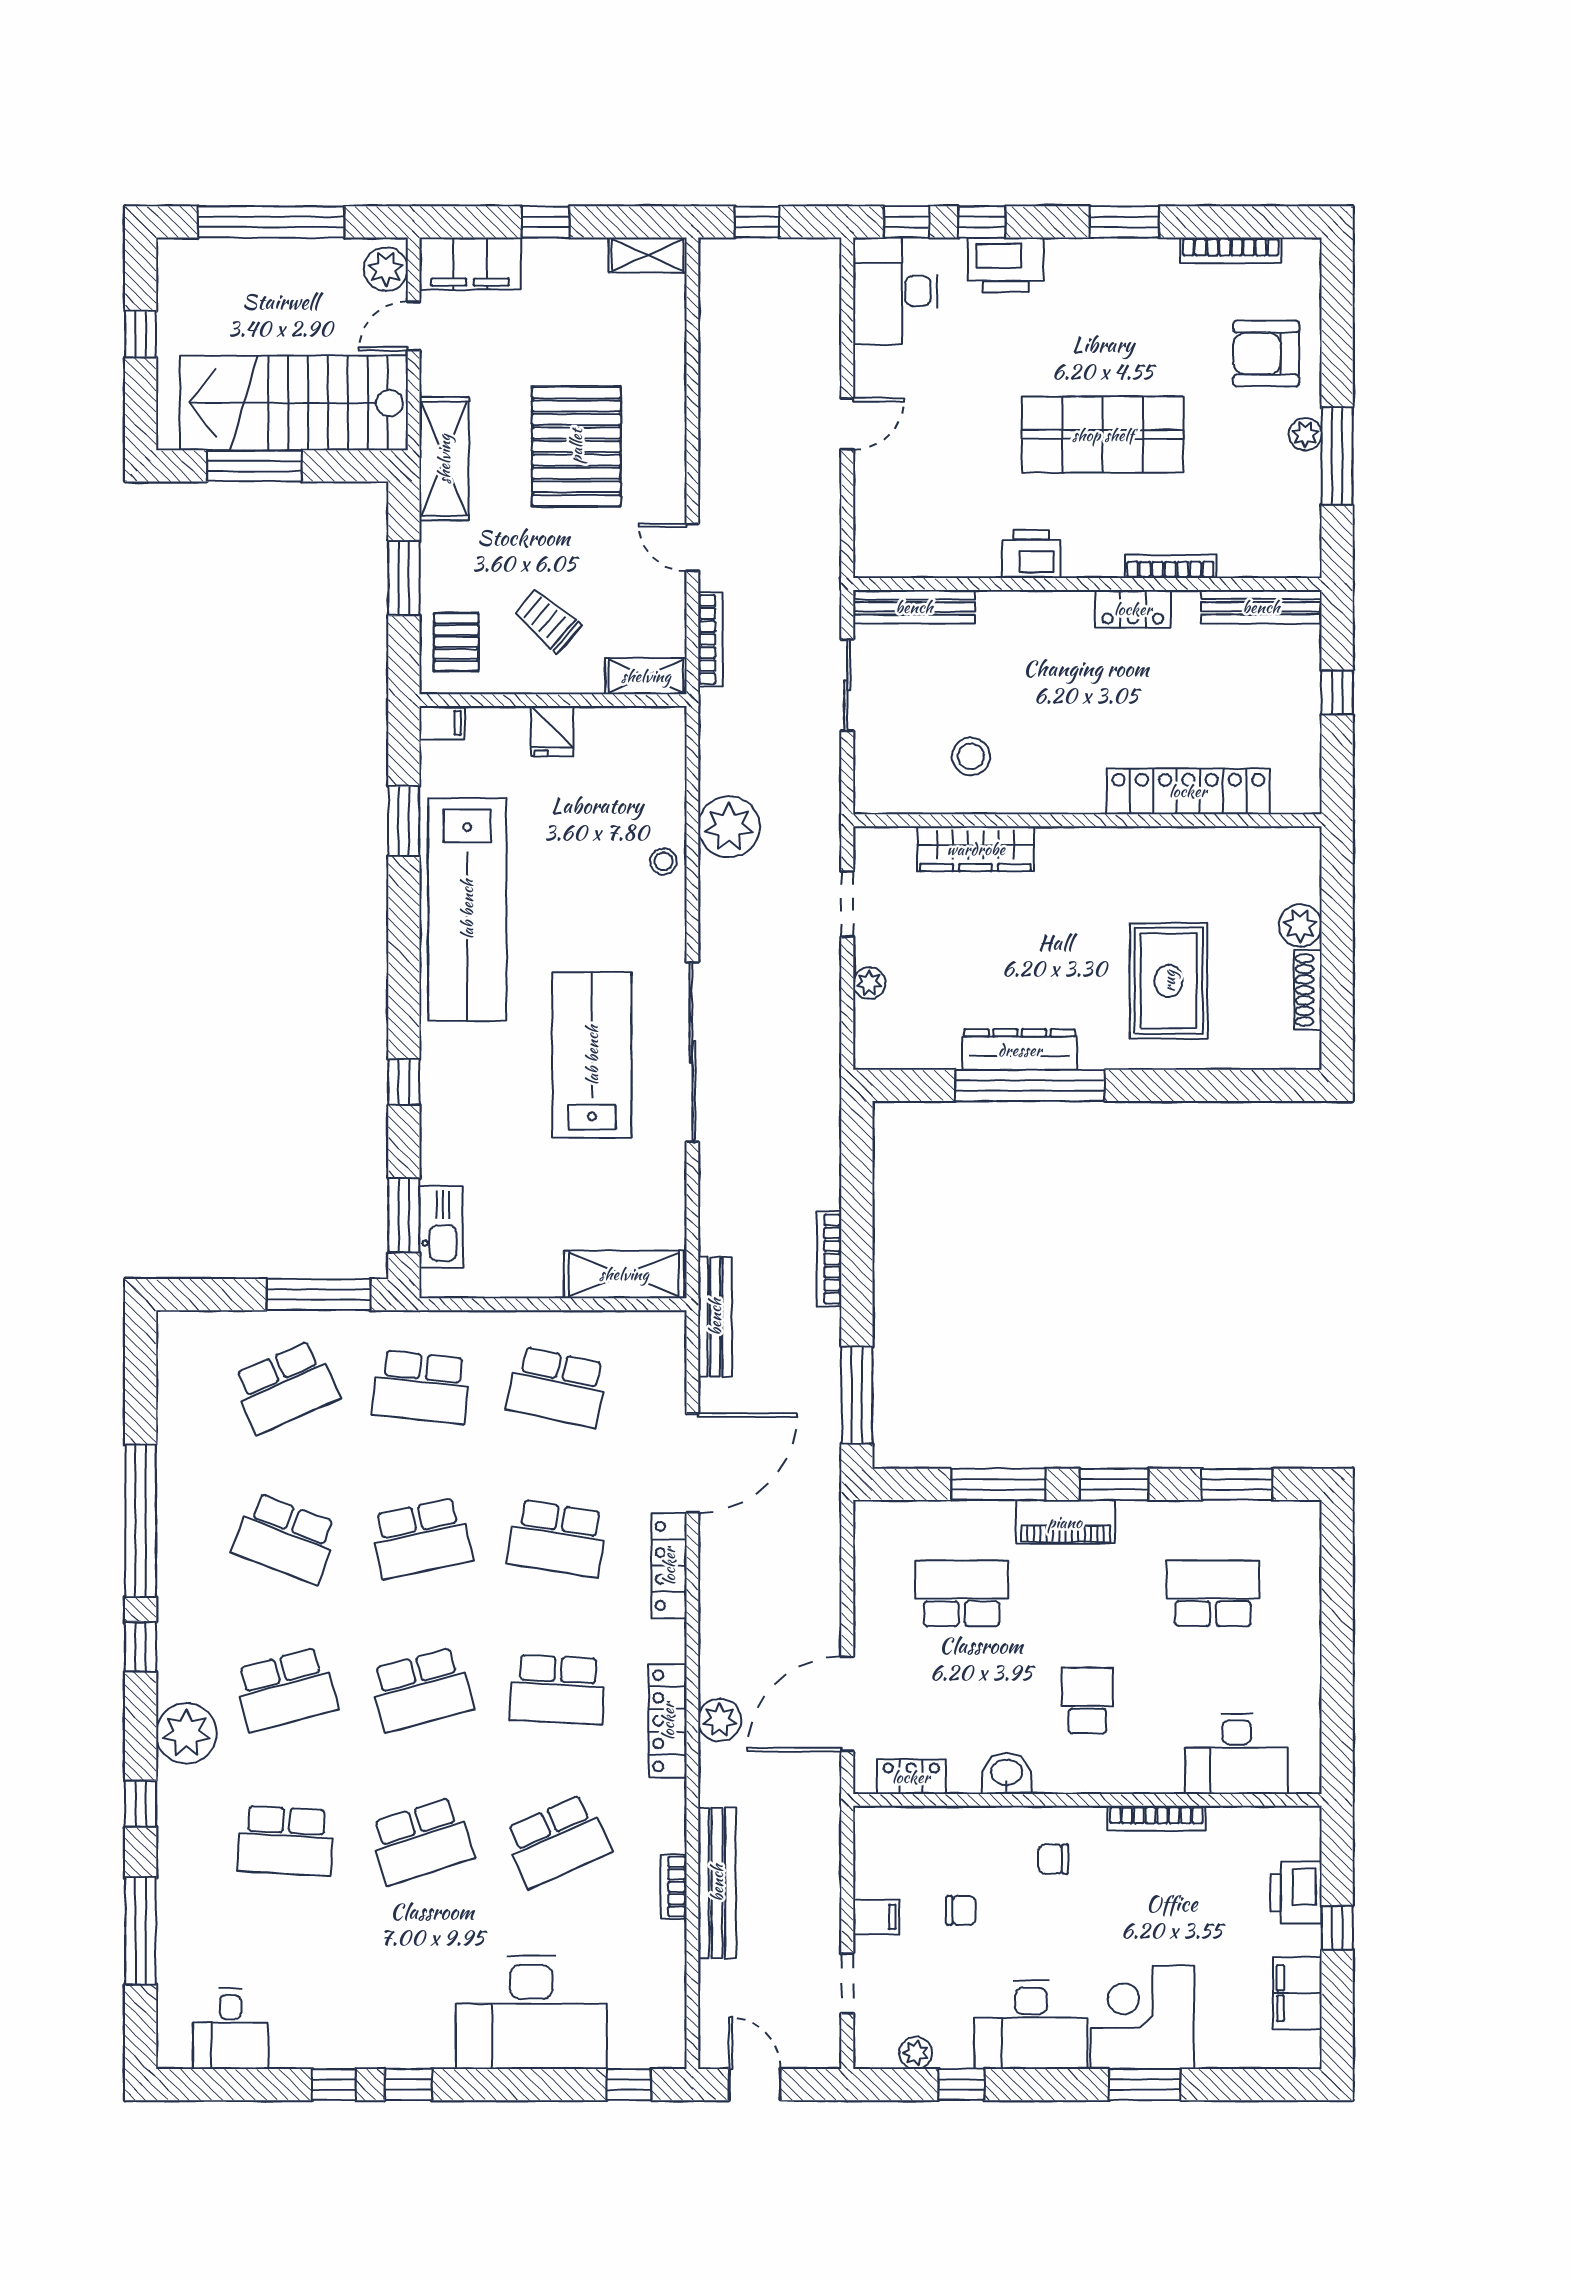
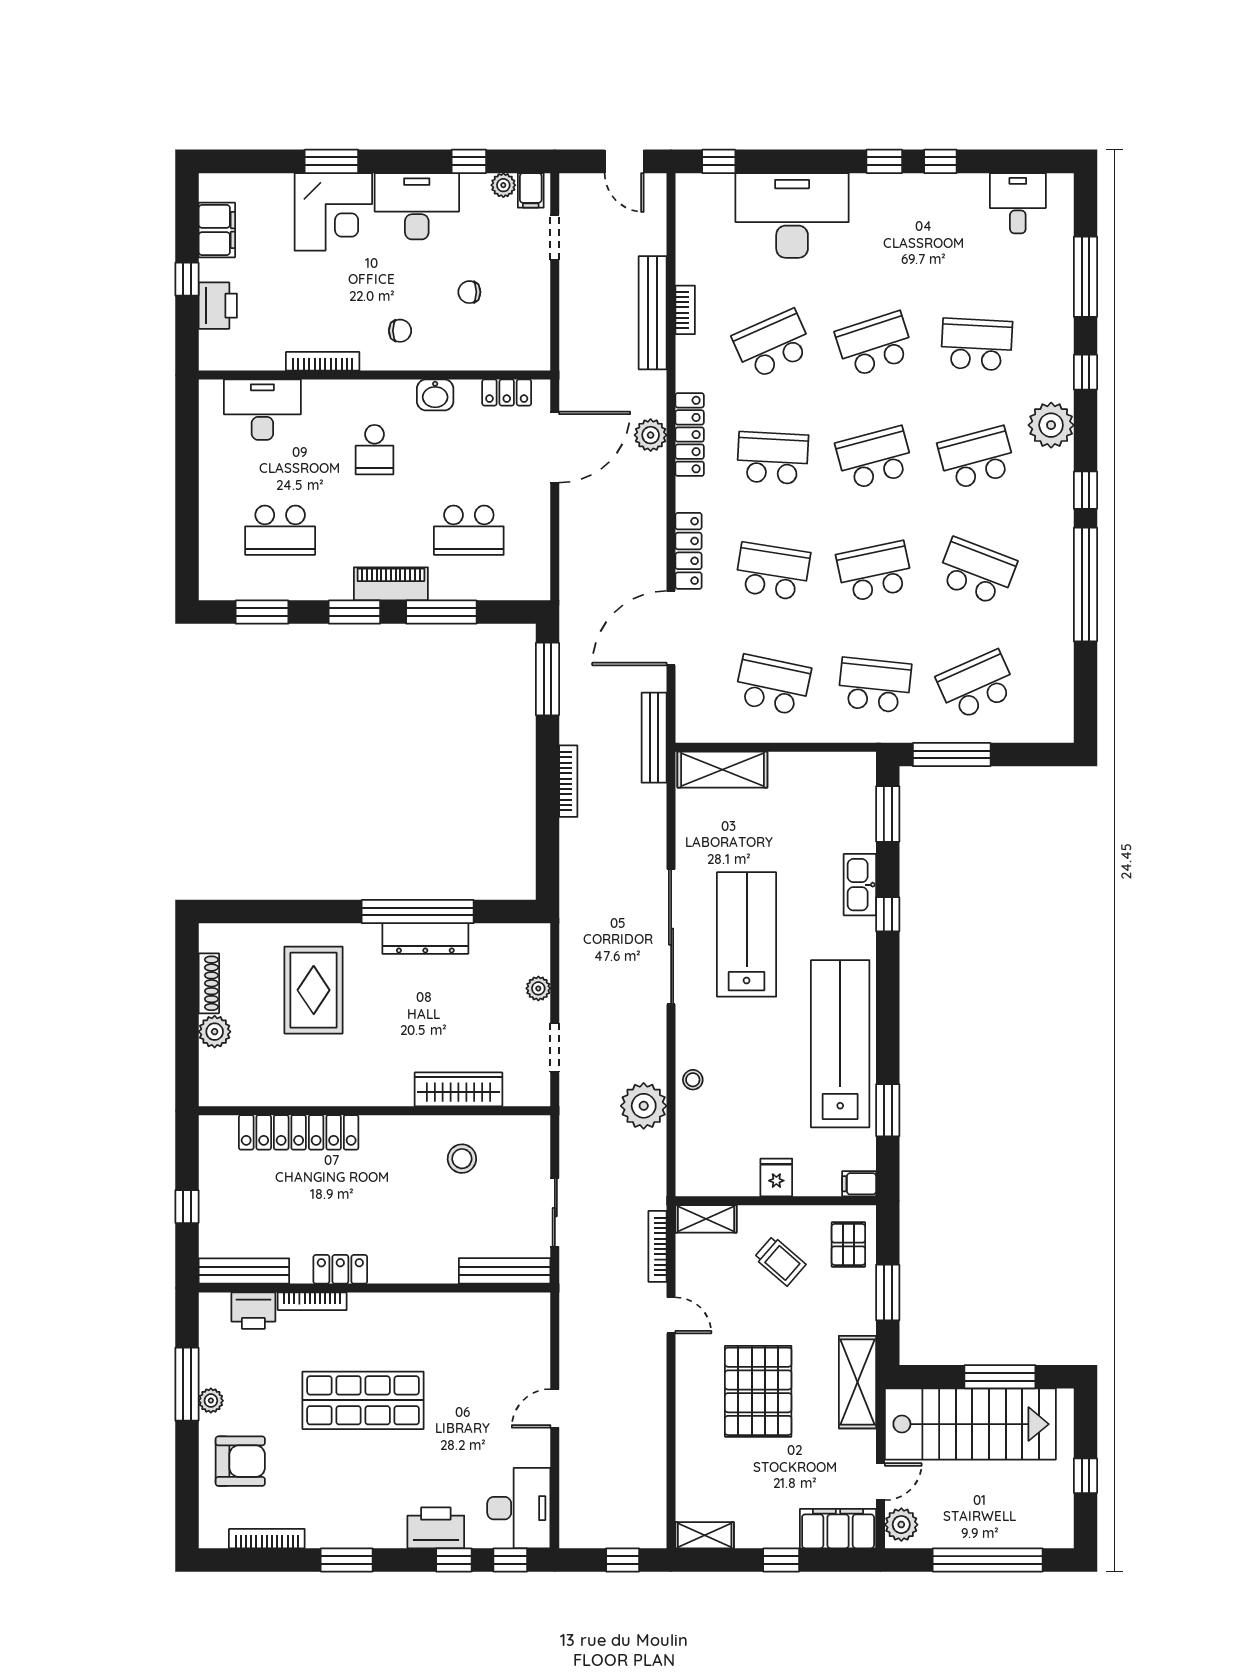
printer: (1031, 554) -> (253, 1311), moved
lab bench: (592, 1055) -> (747, 934), turned 180
kitchen sink: (441, 1227) -> (860, 885), moved
filing cabinet: (876, 1917) -> (531, 190), moved, turned -90

